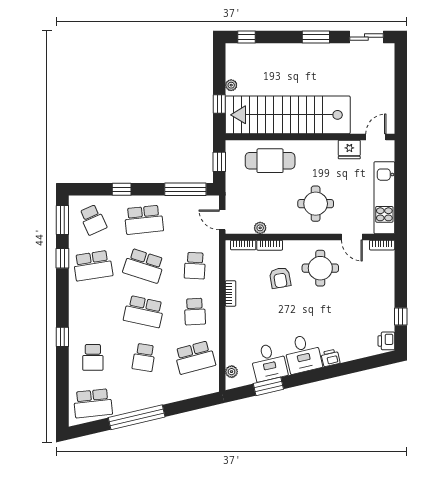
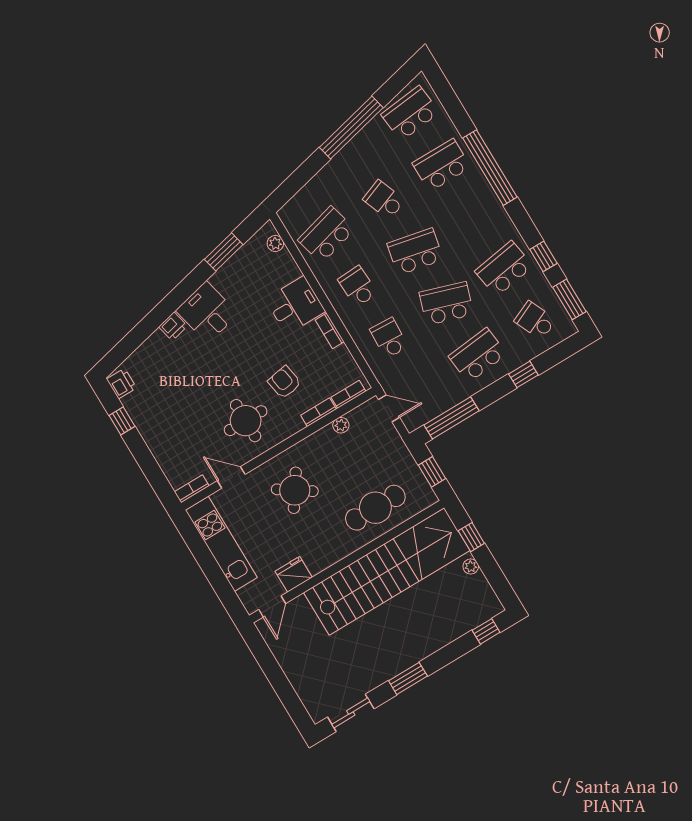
round table: (316, 204) -> (295, 490), turned 34
window: (62, 337) -> (490, 168), width x3.17
school desk: (93, 357) -> (441, 165), width x1.85
school desk: (144, 357) -> (384, 200), turned -30
desk: (269, 362) -> (295, 305), moved, turned 103

